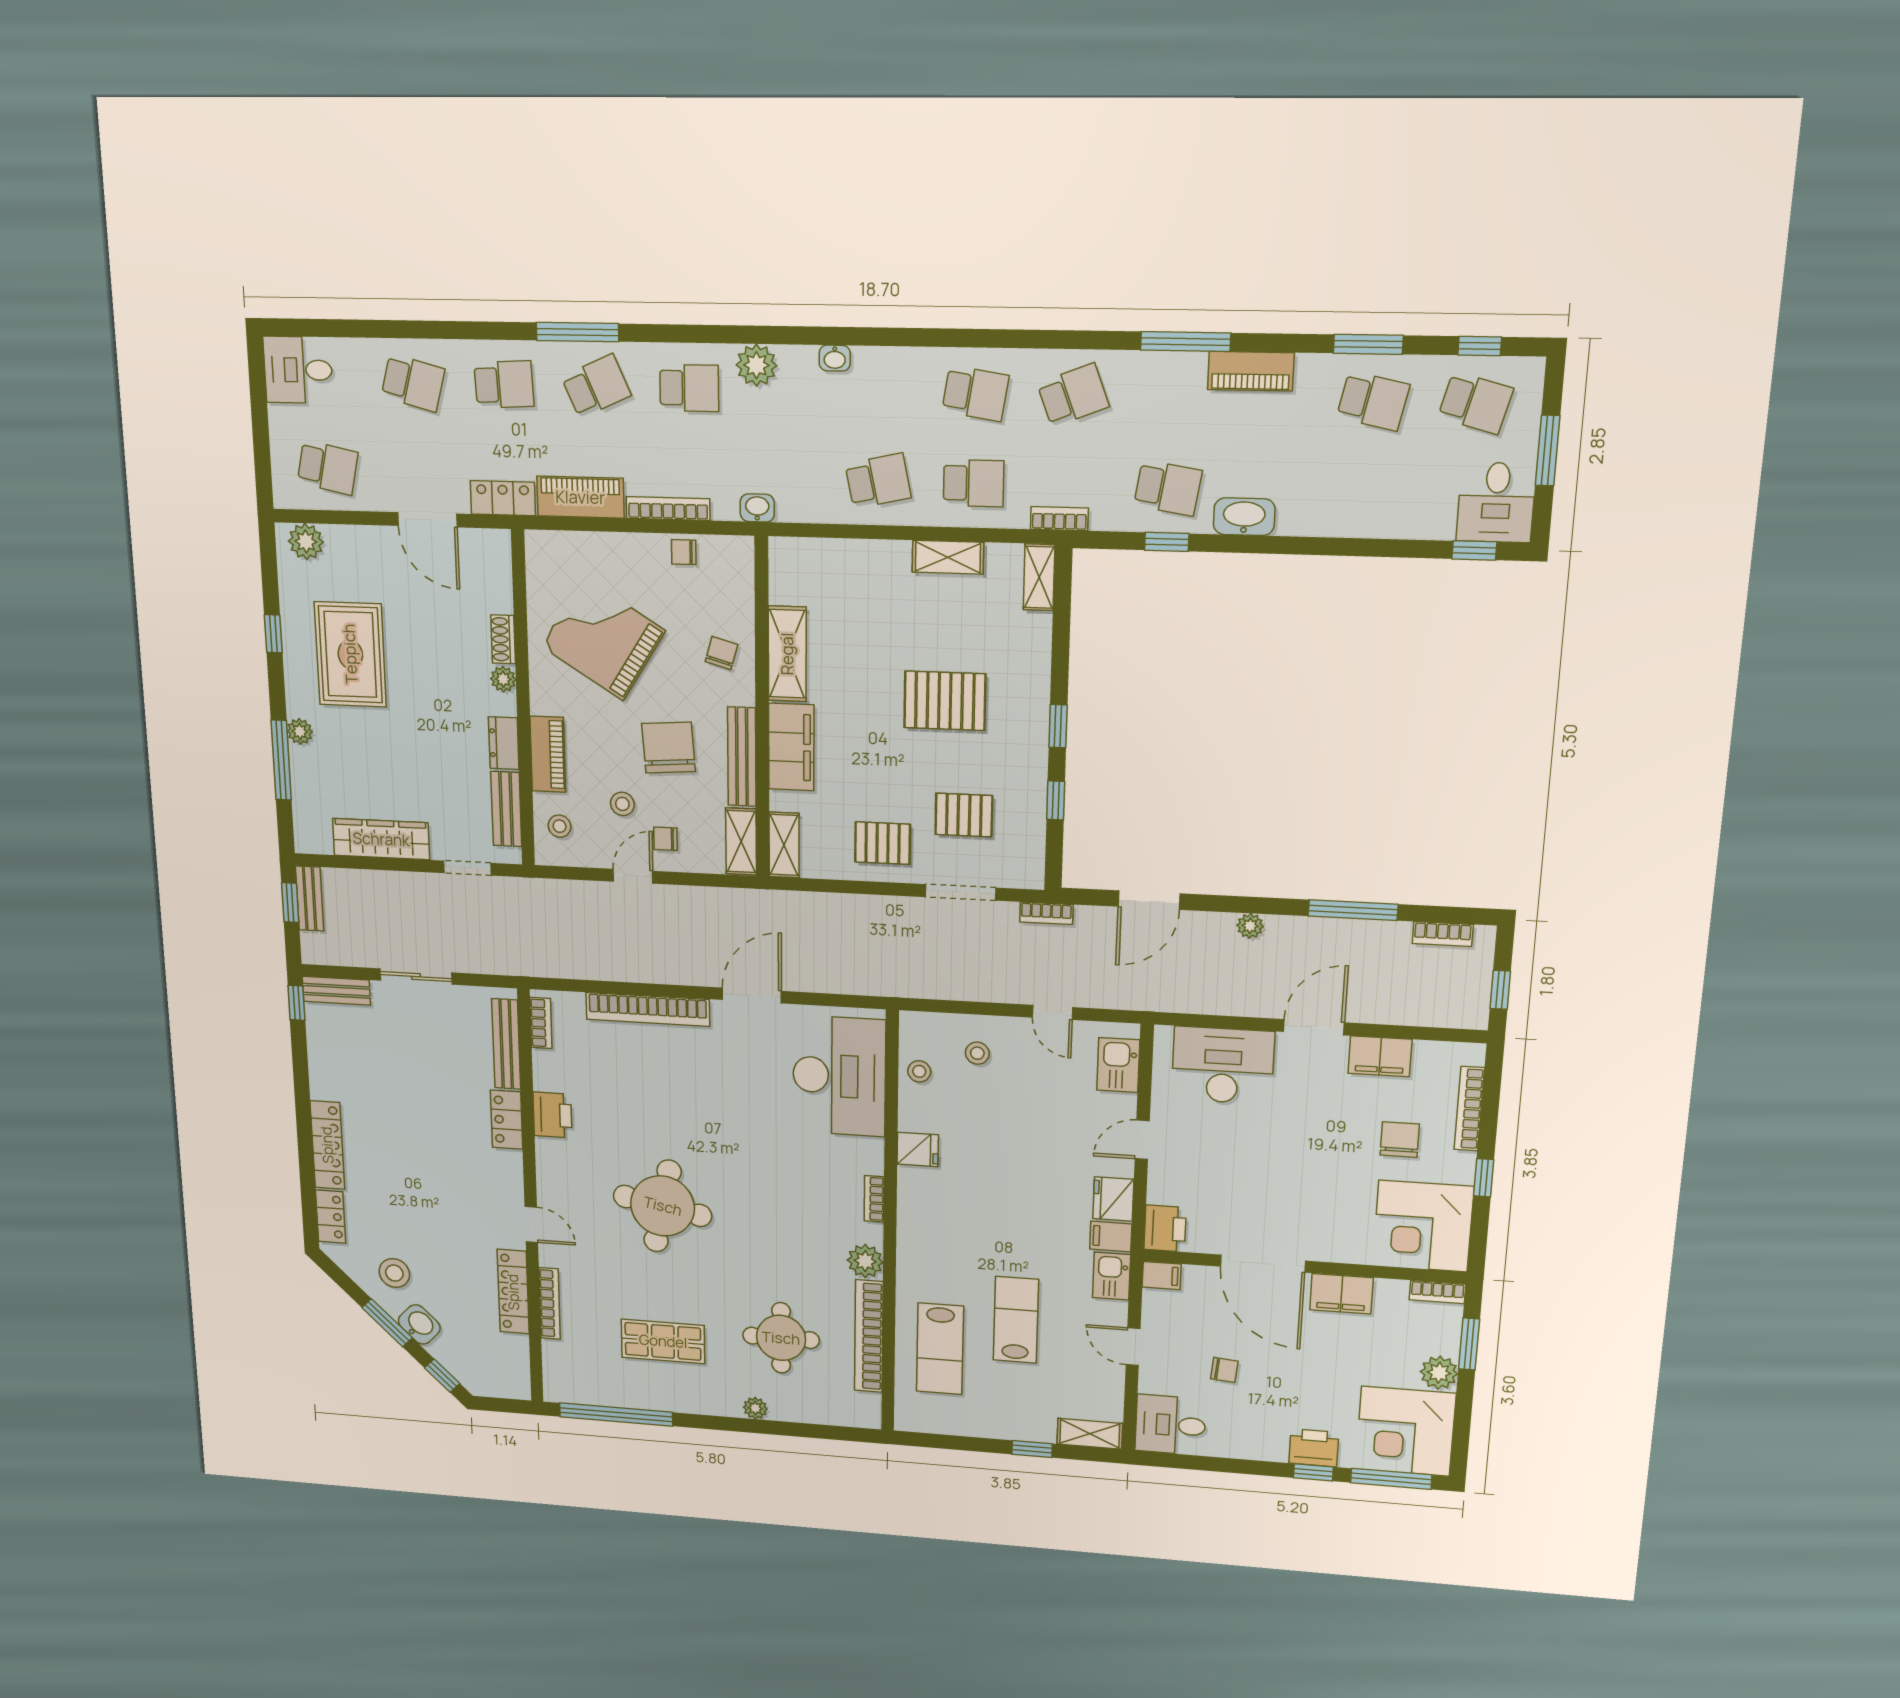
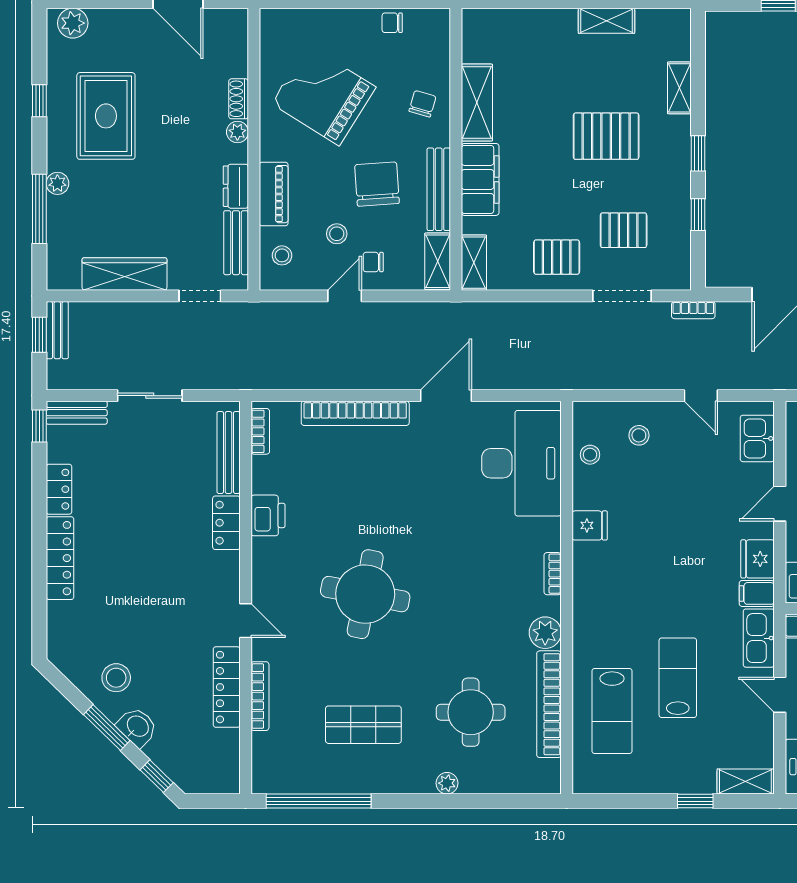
shelving: (1039, 577) -> (679, 88), moved
locker: (331, 1217) -> (59, 489), moved
kitchen sink: (1112, 1276) -> (759, 638), width x1.38

